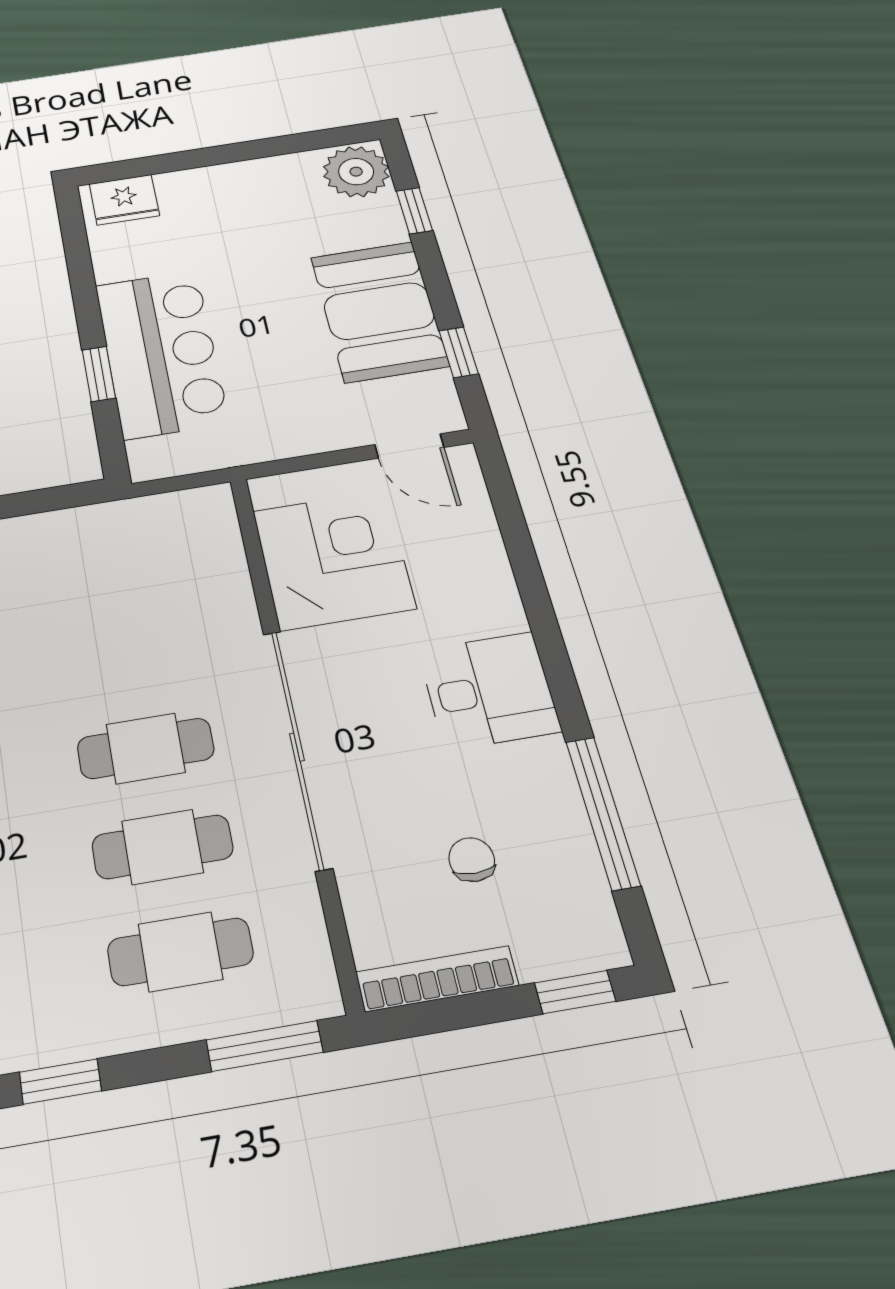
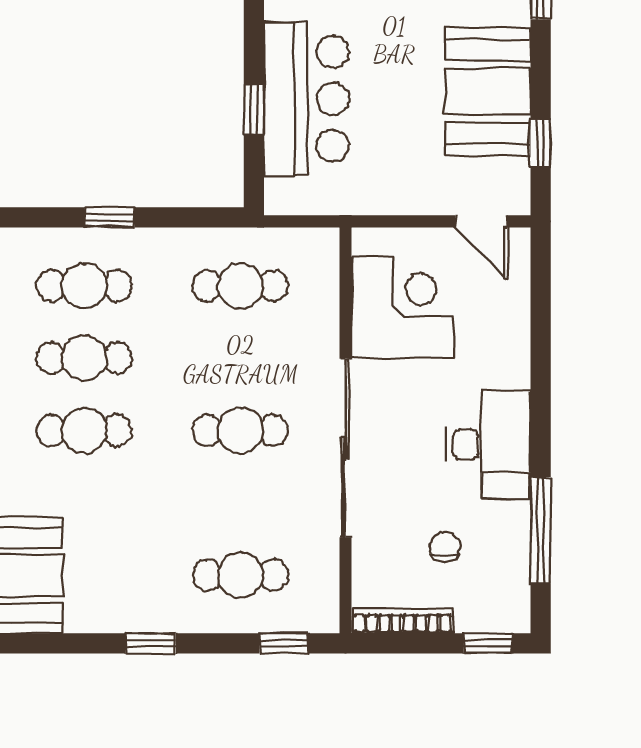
desk: (489, 691) -> (488, 445), width x1.37
cafe table: (162, 847) -> (240, 286), moved
window: (265, 1046) -> (284, 643), width x0.67

